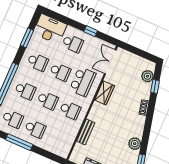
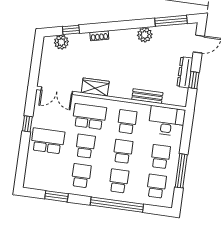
desk: (50, 29) -> (167, 121), moved, turned 90
school desk: (73, 43) -> (48, 141), width x1.85

